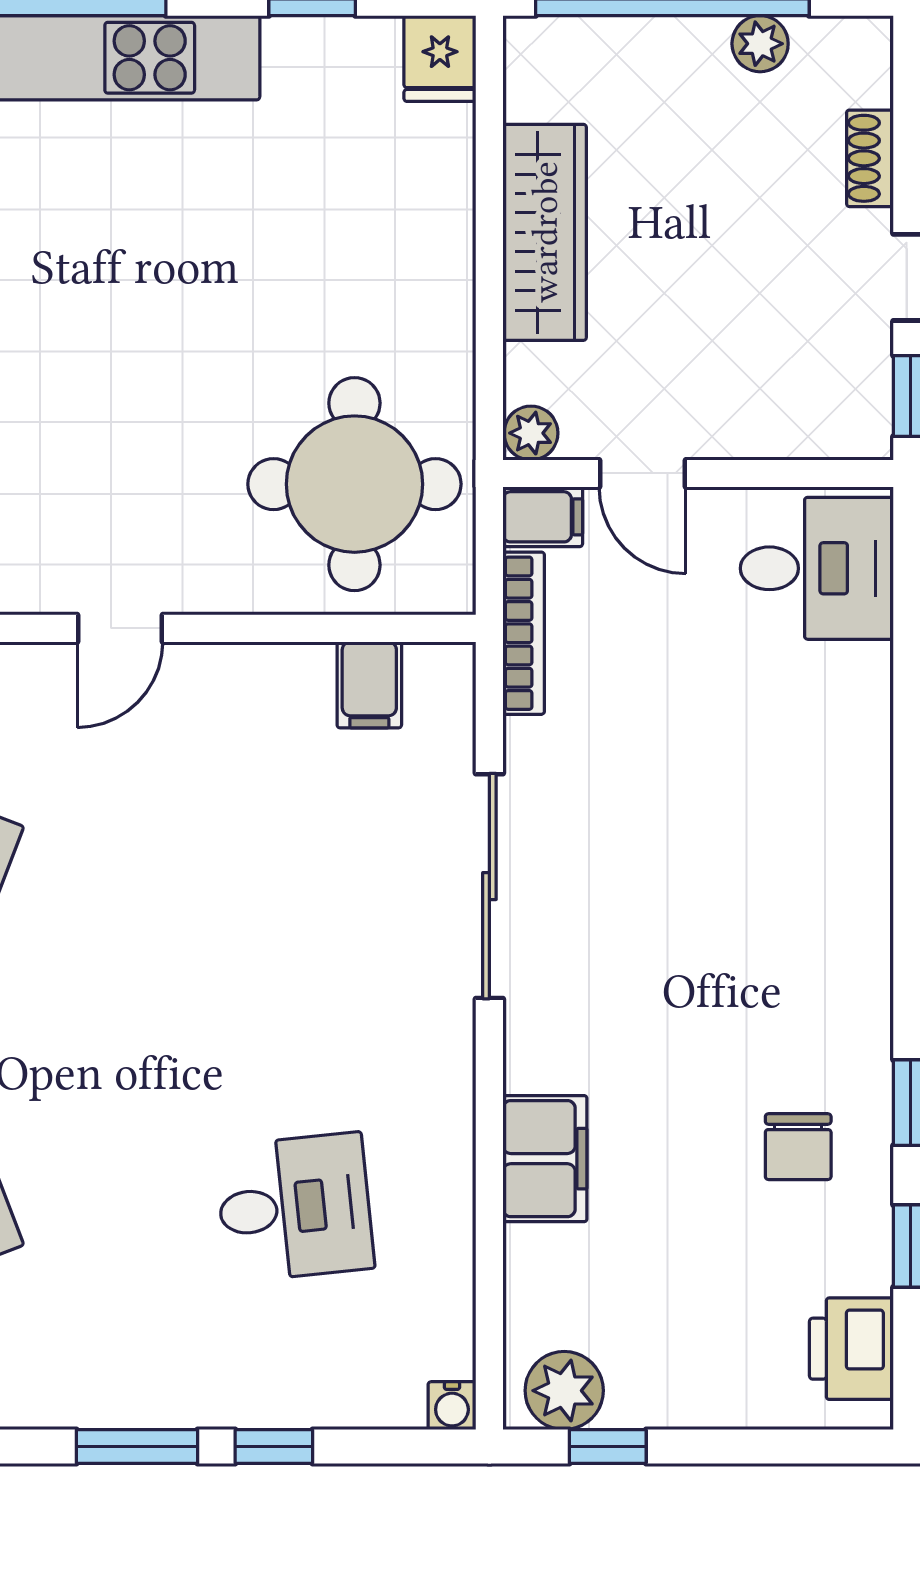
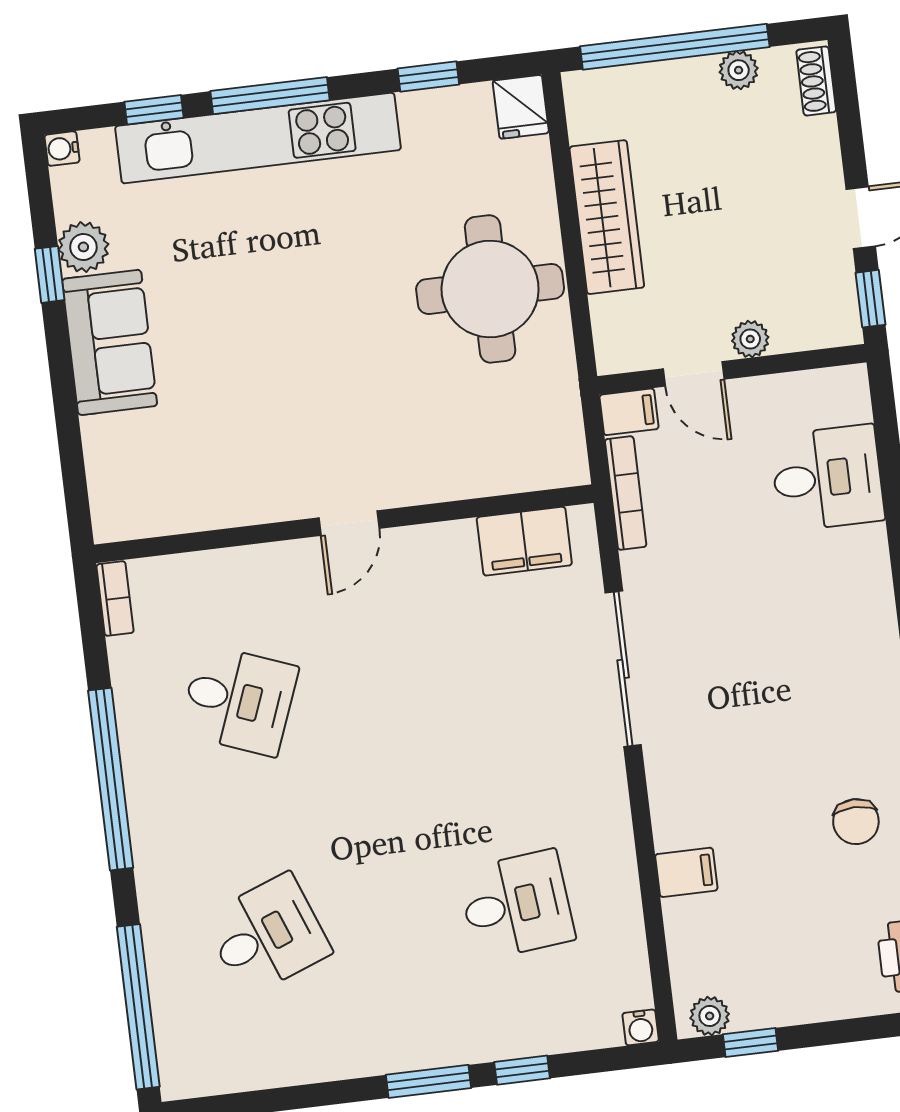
shoe rack: (870, 158) -> (816, 81), moved
plant: (531, 433) -> (750, 339), moved
round table: (354, 484) -> (490, 289), moved
desk: (817, 568) -> (827, 478), moved
filing cabinet: (369, 685) -> (524, 541), width x2.00
filing cabinet: (545, 1159) -> (686, 872), width x0.50
plant: (564, 1391) -> (710, 1016), width x0.73, depth x0.73

